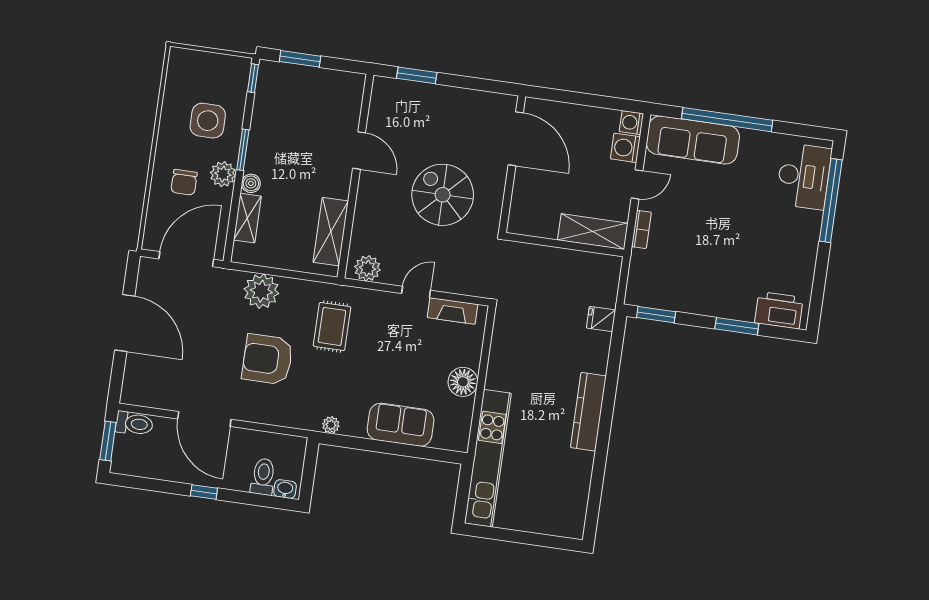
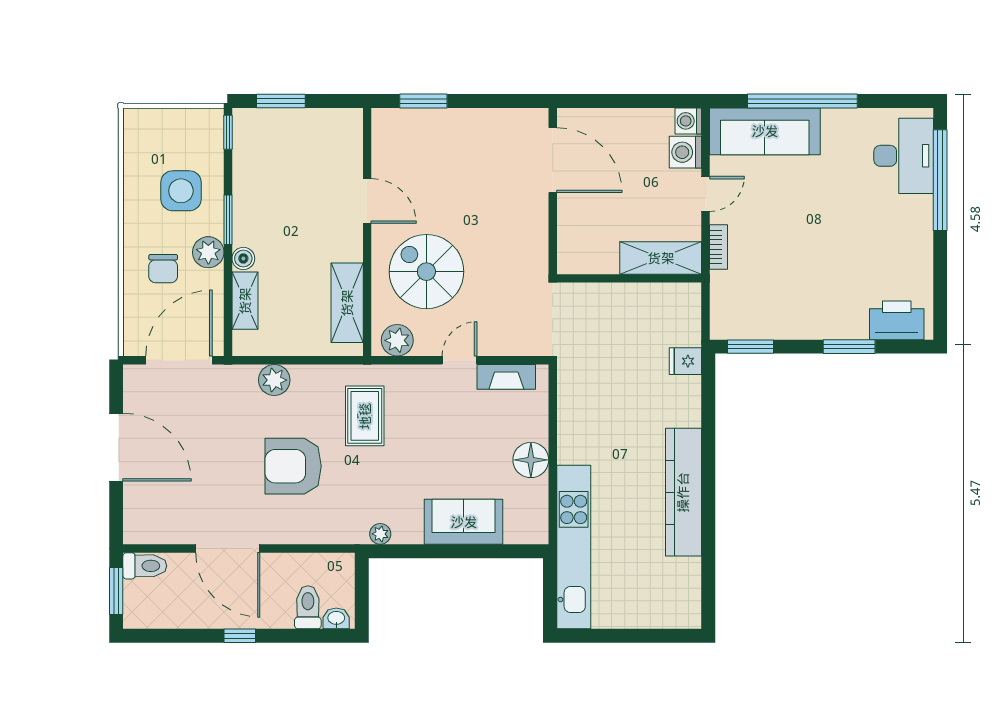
spiral stairs: (443, 195) -> (426, 272), moved
plant: (261, 291) -> (274, 380), width x0.73, depth x0.73
kitchen counter: (588, 412) -> (683, 492), width x1.39, depth x1.17

